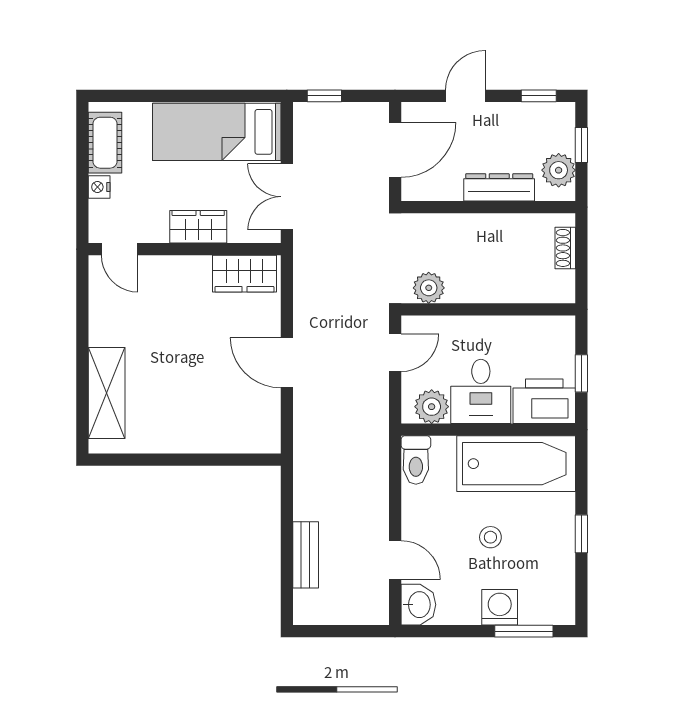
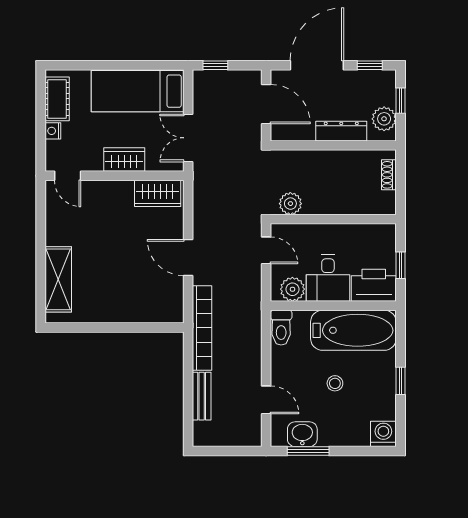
door: (465, 96) -> (317, 65), width x1.88
door: (395, 150) -> (266, 104), hinge flipped
door: (395, 353) -> (266, 250), hinge flipped
bookcase: (306, 460) -> (202, 328), added
washbasin: (418, 605) -> (302, 434), moved, turned -90
washing machine: (500, 607) -> (383, 434), moved
window: (524, 631) -> (308, 451), moved

